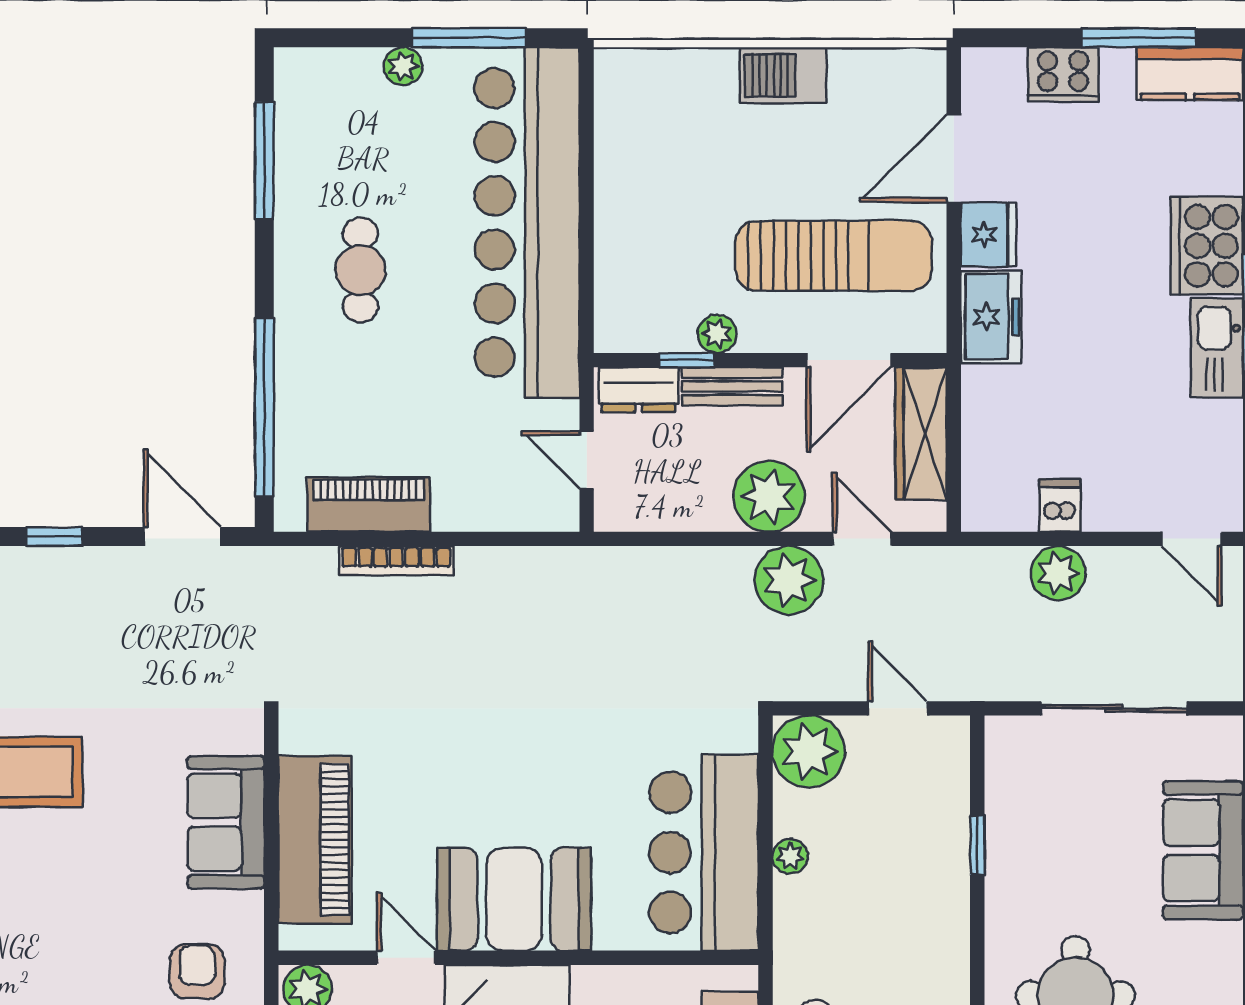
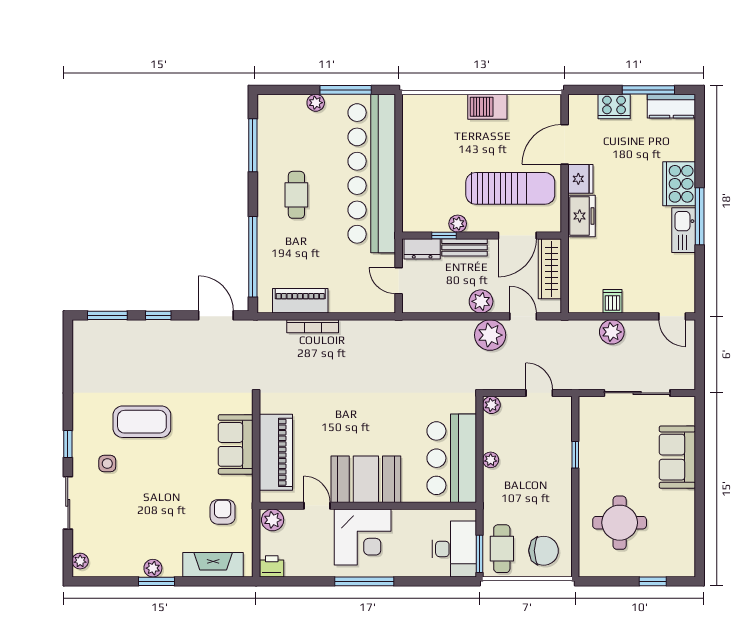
plant: (769, 496) -> (481, 301), width x0.73, depth x0.73
plant: (809, 752) -> (491, 405), width x0.53, depth x0.53

